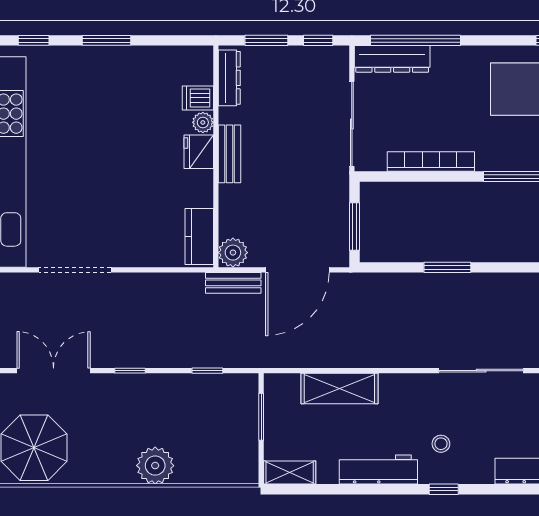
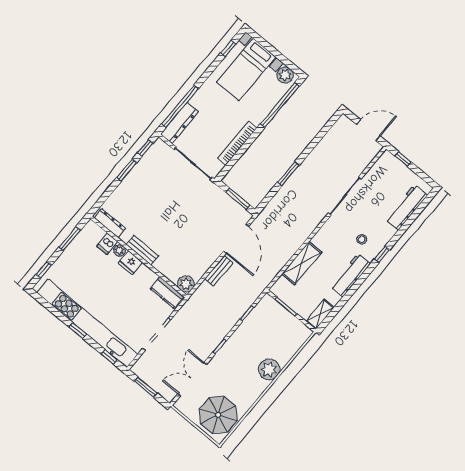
dresser: (229, 78) -> (110, 223), moved
dishwasher: (198, 98) -> (107, 244), moved
plant: (203, 122) -> (119, 250), moved
fridge: (199, 152) -> (131, 263), moved
bench: (229, 154) -> (142, 250), moved
wall: (216, 156) -> (139, 257), moved
kitchen counter: (199, 236) -> (167, 293), moved
plant: (233, 253) -> (186, 284), moved

